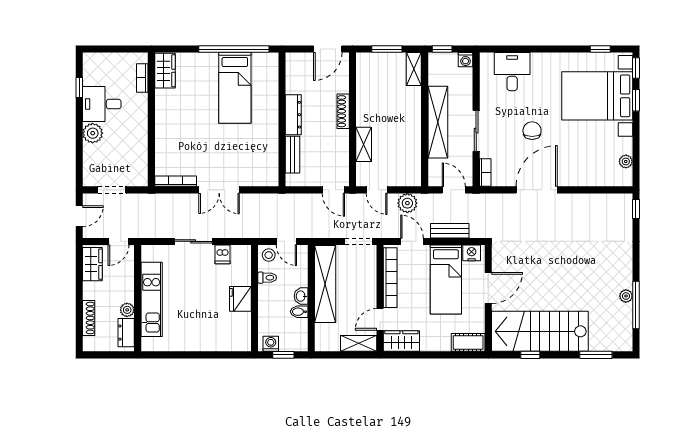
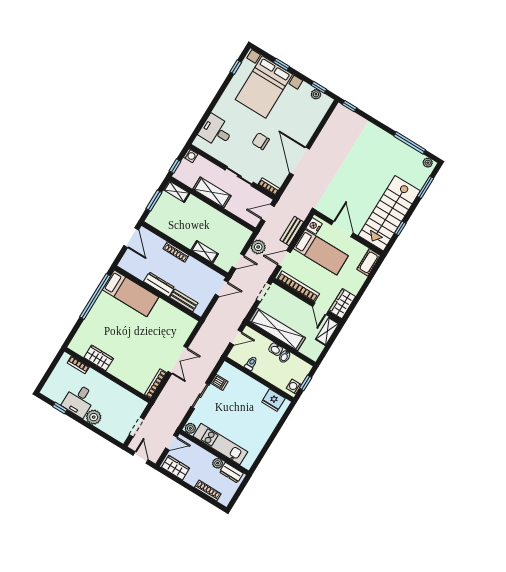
window: (636, 68) -> (319, 87), moved
wardrobe: (165, 71) -> (99, 358), moved
bed: (235, 88) -> (131, 293), moved
shelving: (438, 122) -> (212, 192), width x0.68
door: (118, 241) -> (171, 443), hinge flipped
plant: (148, 253) -> (190, 428), added
stool: (269, 255) -> (237, 354), removed
plant: (626, 296) -> (428, 163), moved
fridge: (240, 299) -> (273, 400), moved

